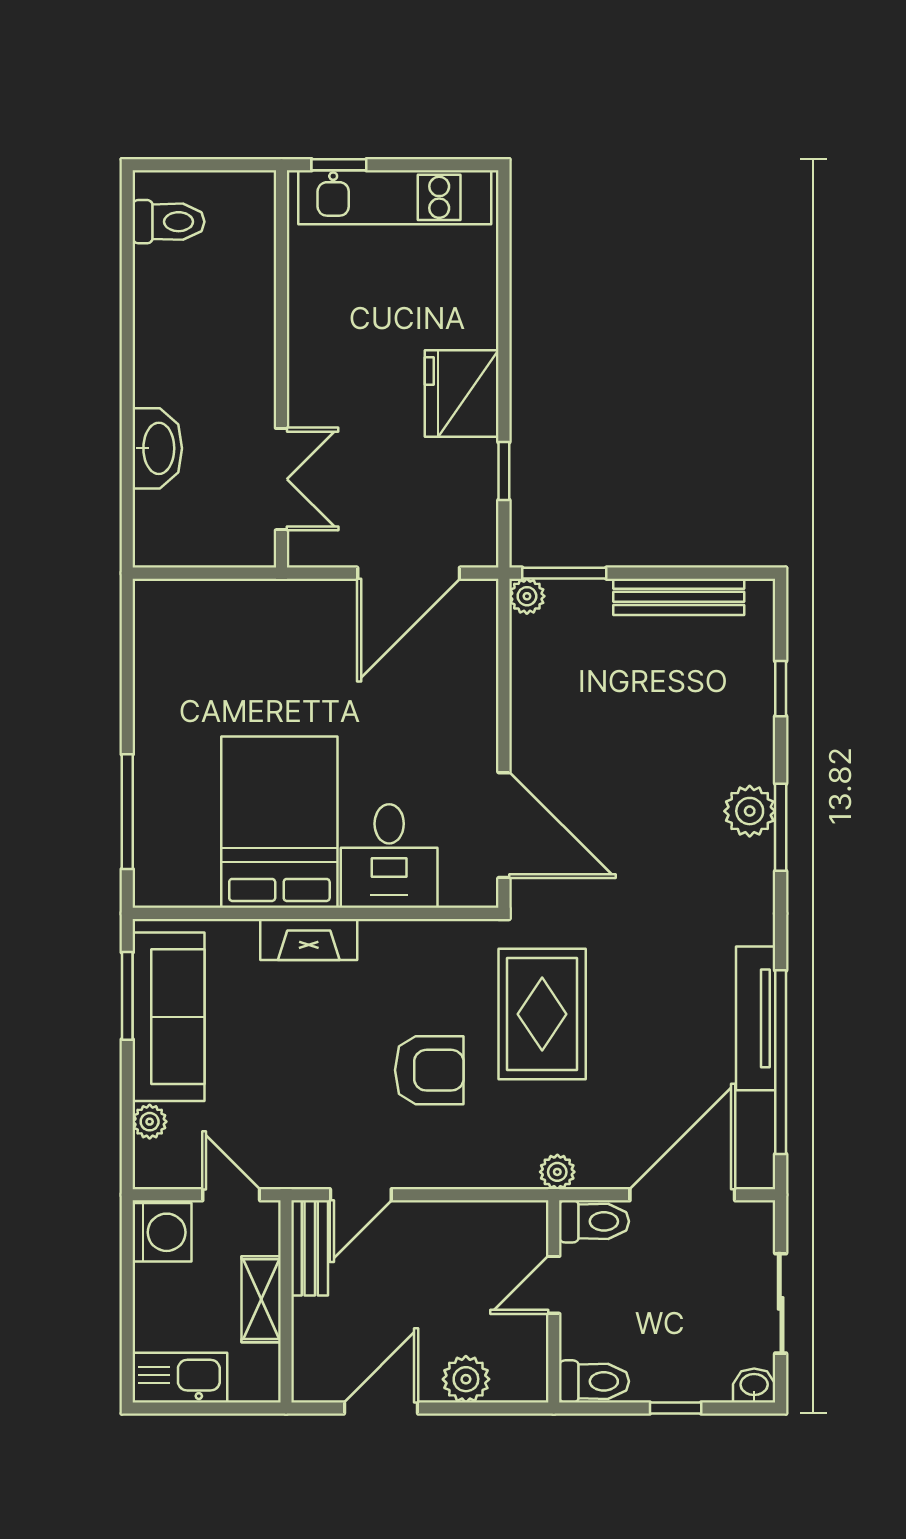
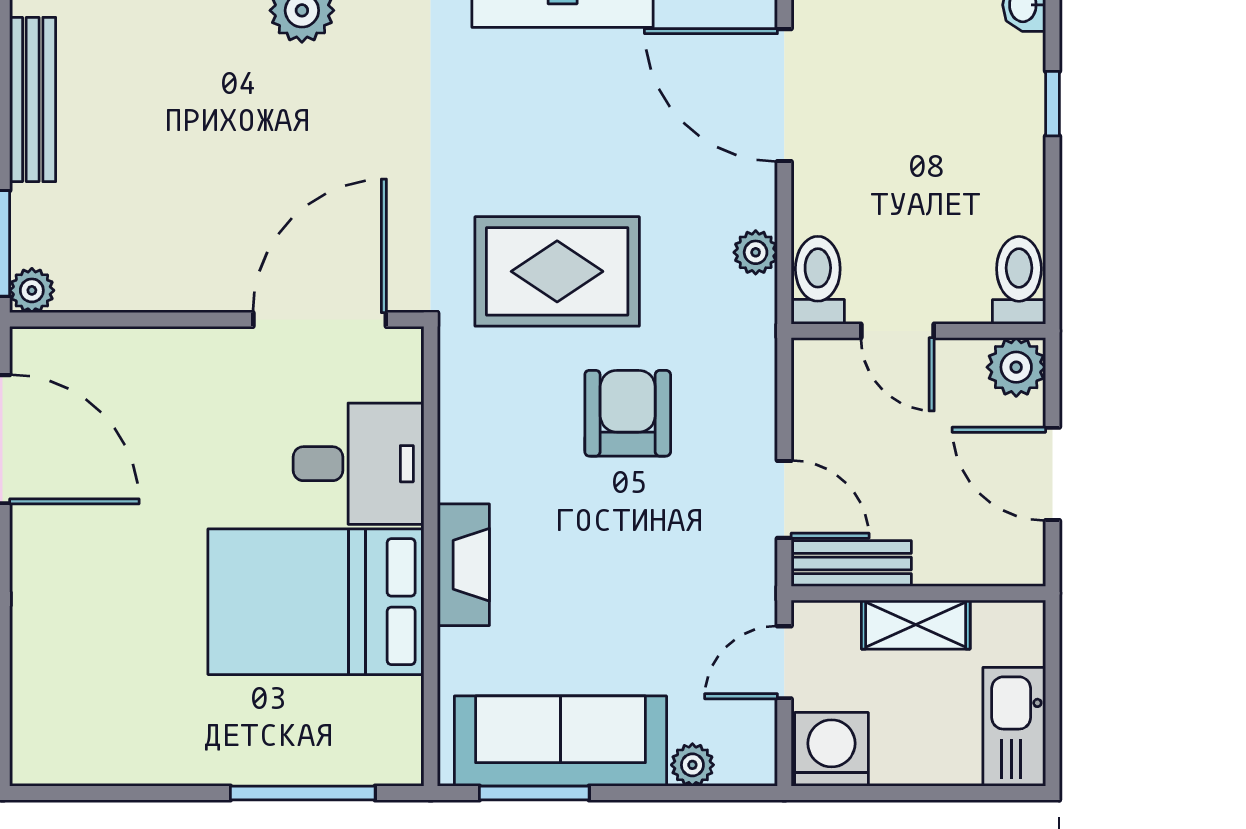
toilet: (594, 1221) -> (818, 280), moved
door: (554, 1285) -> (898, 331), moved
wall: (554, 1301) -> (918, 331), moved
toilet: (594, 1381) -> (1019, 280), moved

